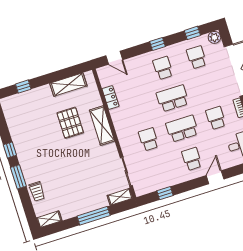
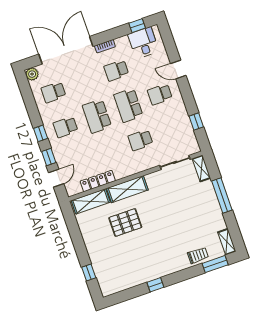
window: (192, 33) -> (49, 157), moved
shelving: (68, 85) -> (91, 201), moved, turned 90
locker: (110, 97) -> (98, 181), width x1.53
window: (18, 177) -> (215, 264), moved

